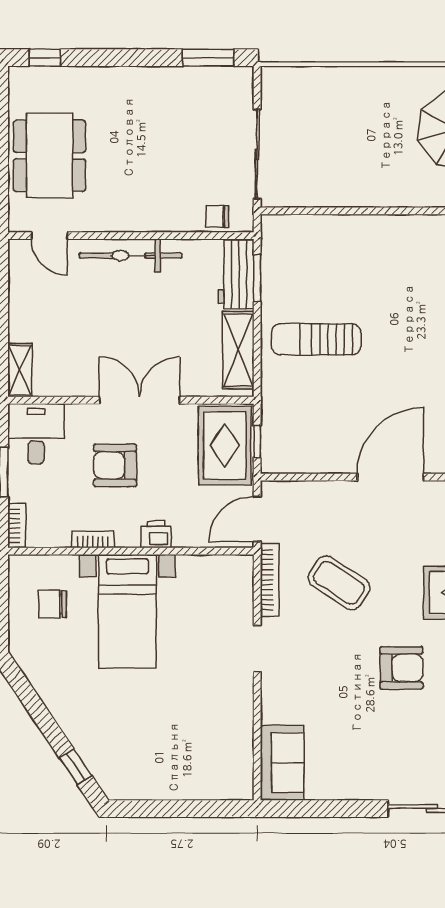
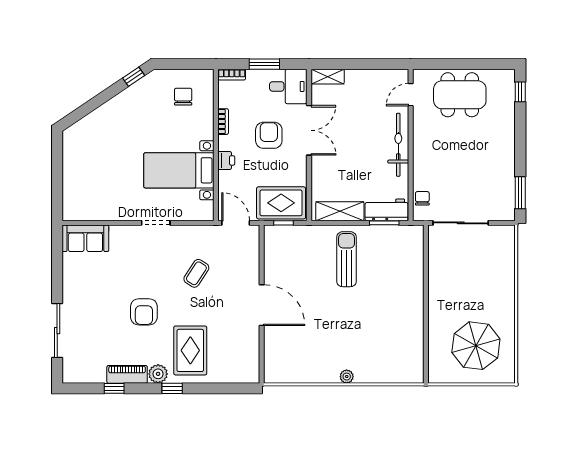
double door: (140, 400) -> (309, 130), moved
bookcase: (270, 580) -> (198, 231), removed
coffee table: (339, 583) -> (196, 273), width x0.73, depth x0.77
bed with nightstands: (127, 611) -> (179, 170), moved
window: (76, 767) -> (134, 77), moved

